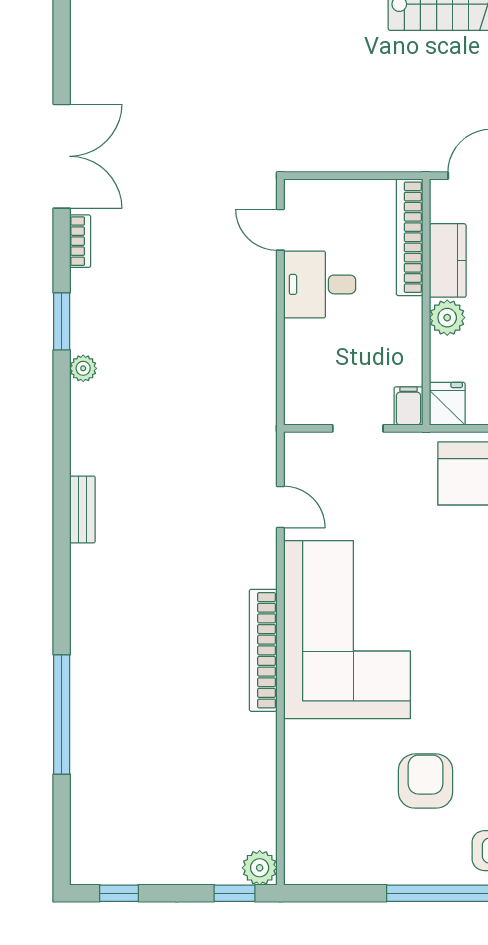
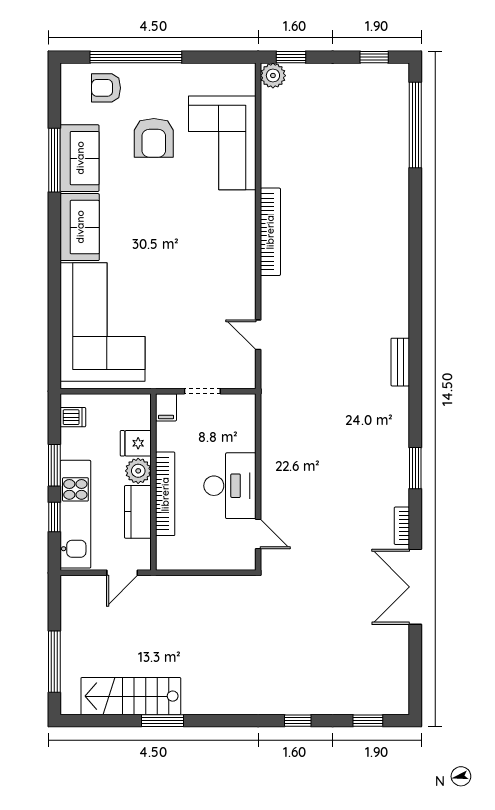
bookcase: (410, 237) -> (165, 494), moved
desk: (320, 284) -> (230, 486), width x1.37
plant: (83, 368) -> (400, 434), removed
fridge: (447, 404) -> (136, 443), moved, turned 90
bench: (82, 510) -> (400, 362), moved
corner sofa: (347, 630) -> (222, 143), moved, width x0.73, depth x0.74
window: (62, 714) -> (415, 125), moved

